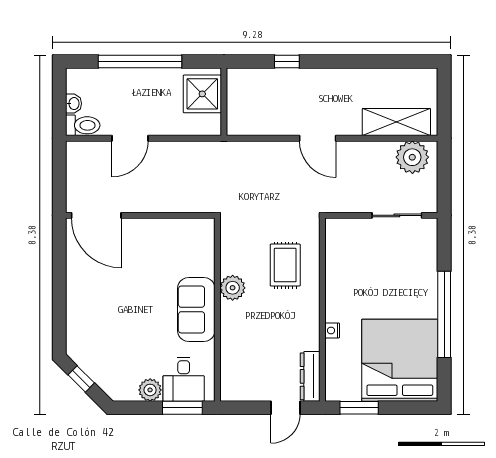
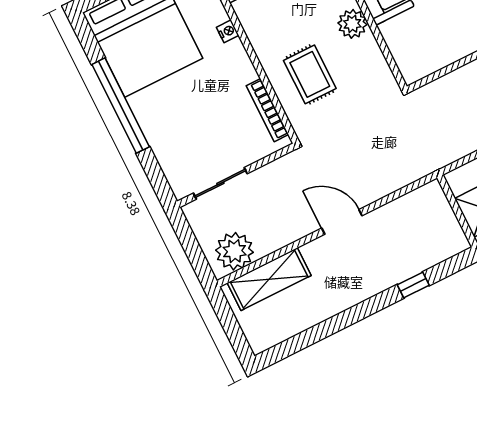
bookcase: (332, 254) -> (267, 110), added

